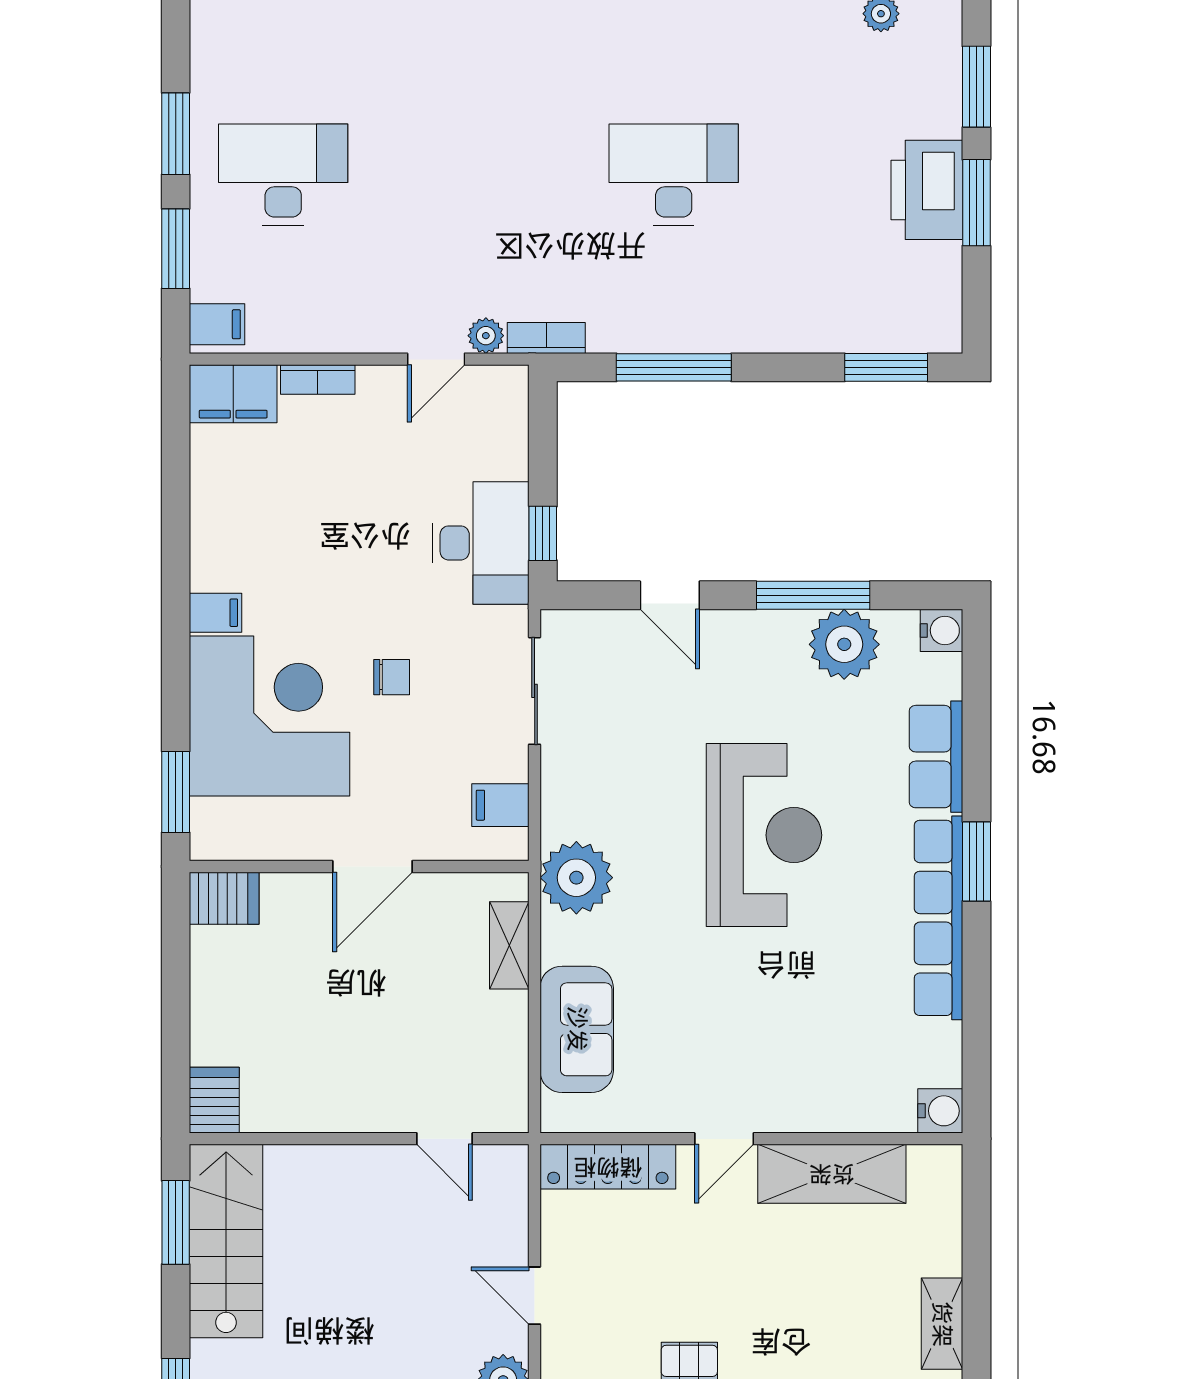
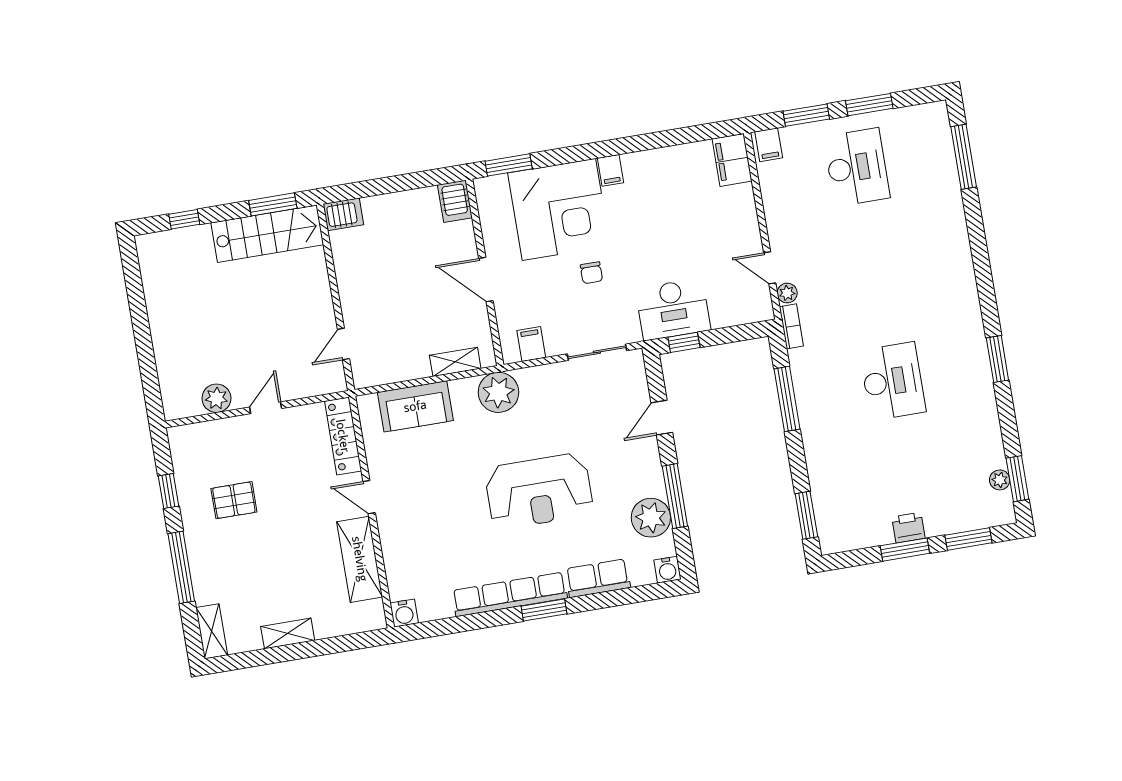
printer: (927, 190) -> (908, 528), width x0.53, depth x0.68
bookcase: (318, 379) -> (748, 205), removed

